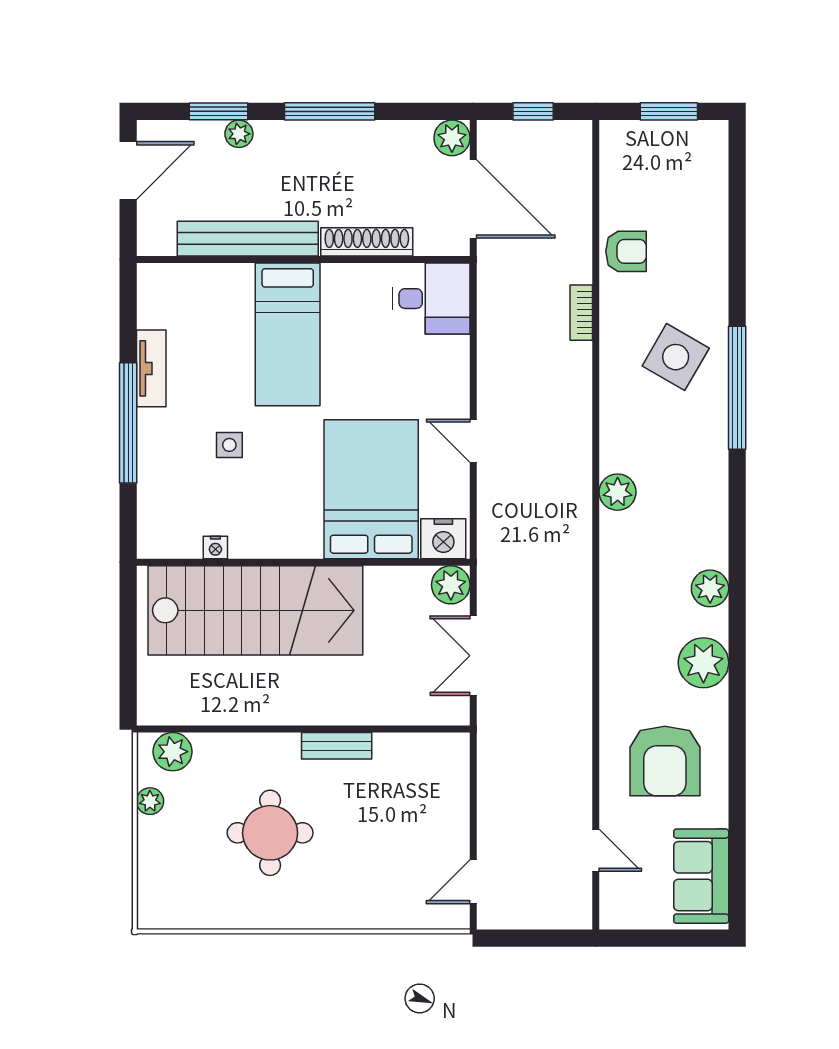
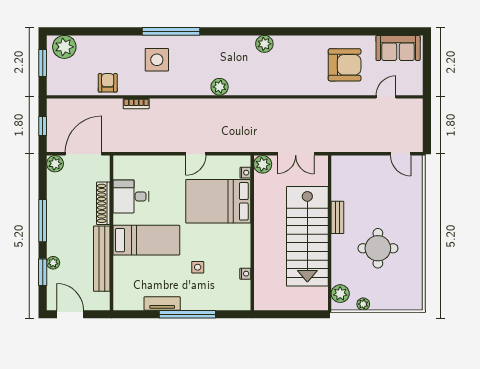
desk: (431, 299) -> (131, 196), moved, turned -90
side table: (676, 357) -> (157, 60), turned -30
nightstand: (443, 539) -> (245, 173), width x0.53, depth x0.56
stairs: (255, 610) -> (307, 236), moved, turned 180
plant: (703, 663) -> (64, 47), moved

